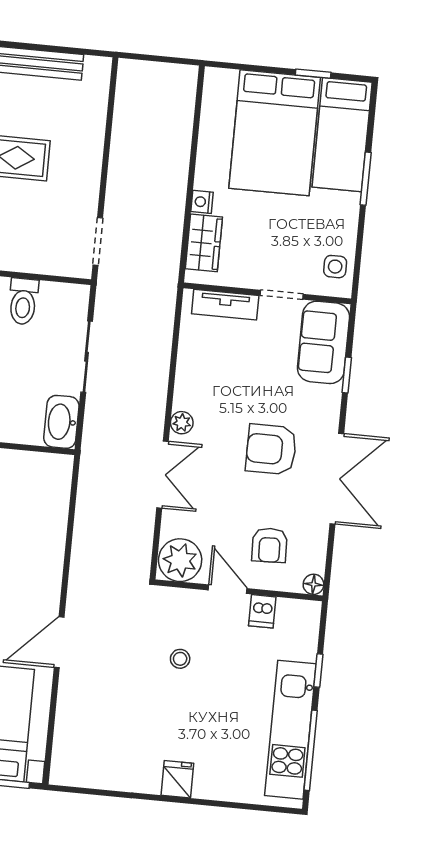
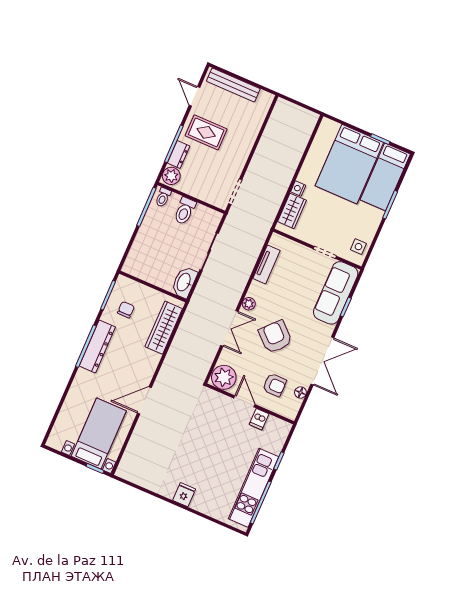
tv unit: (225, 305) -> (267, 264), moved, turned -90
sofa: (323, 342) -> (336, 293), width x1.36
armchair: (271, 449) -> (275, 337), moved, turned 43
wardrobe: (52, 509) -> (164, 328), added
armchair: (269, 545) -> (274, 385), turned -88
floor lamp: (313, 584) -> (300, 392), moved
stool: (180, 659) -> (207, 430), removed

